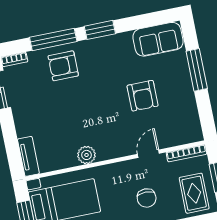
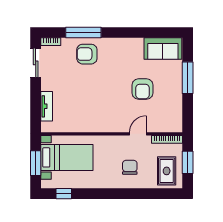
window: (100, 30) -> (120, 33), removed
plant: (87, 155) -> (91, 125), removed
tv unit: (28, 156) -> (47, 106), moved
chair: (147, 198) -> (130, 167), turned 180

